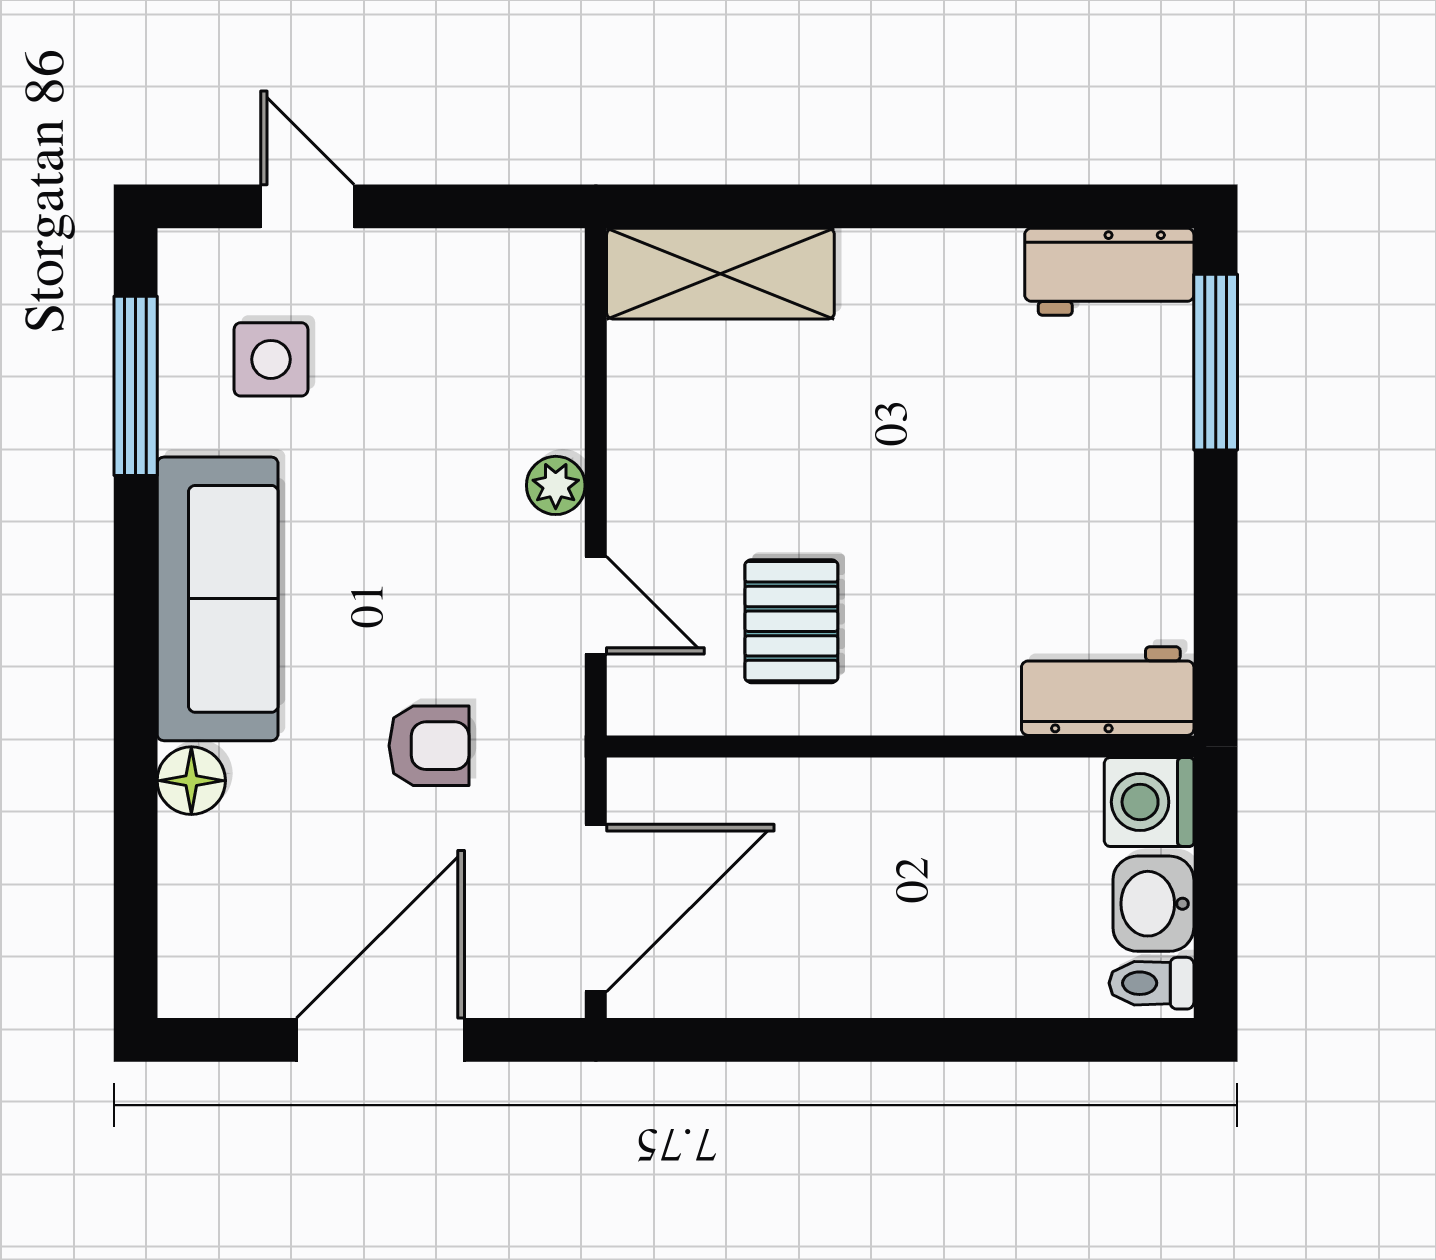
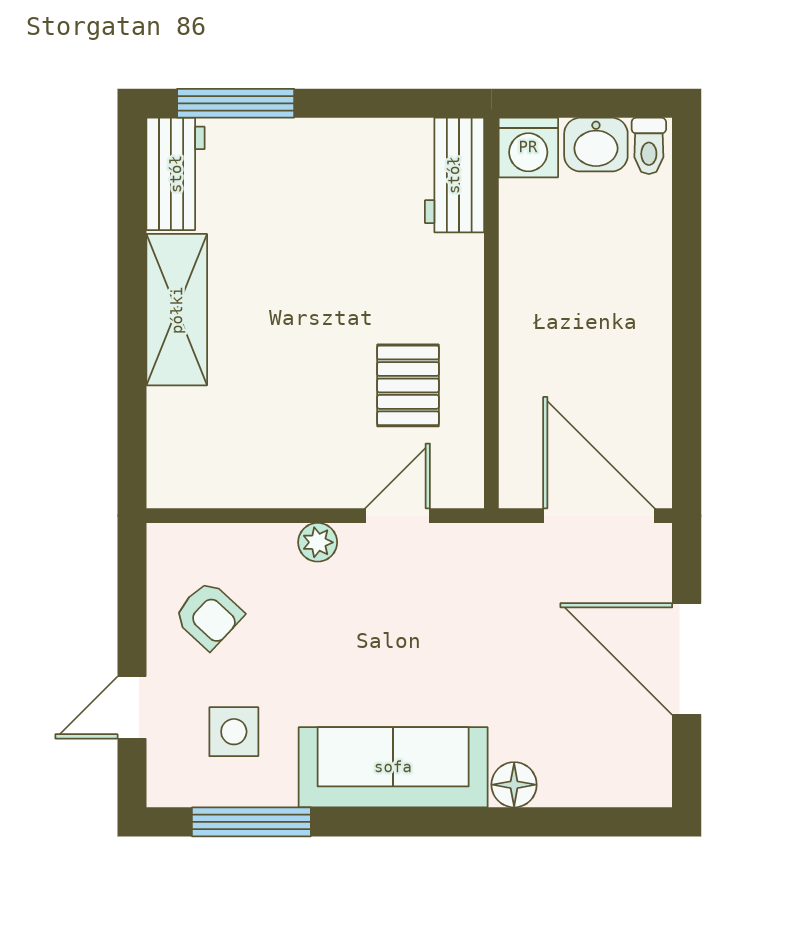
shelving: (720, 274) -> (177, 310), moved
pallet: (791, 621) -> (408, 385), turned 90
armchair: (429, 746) -> (209, 615), moved, turned 133

